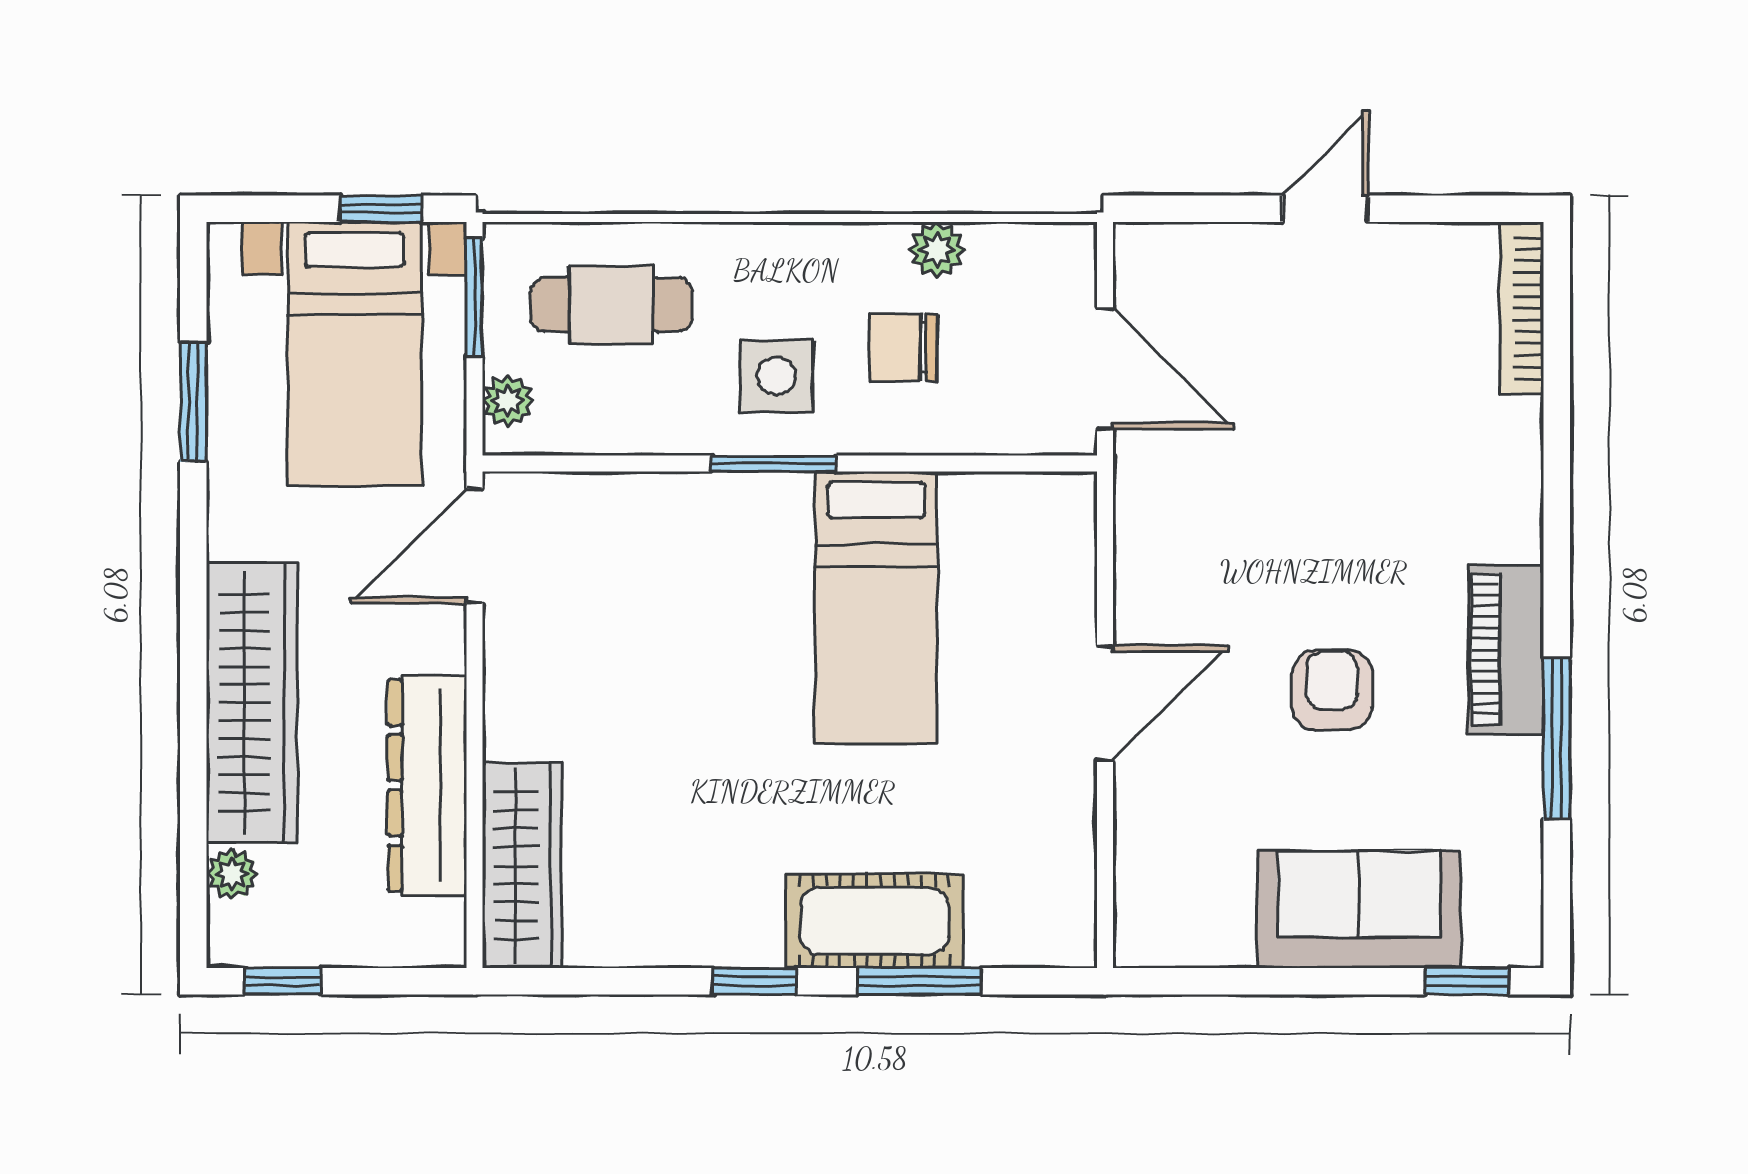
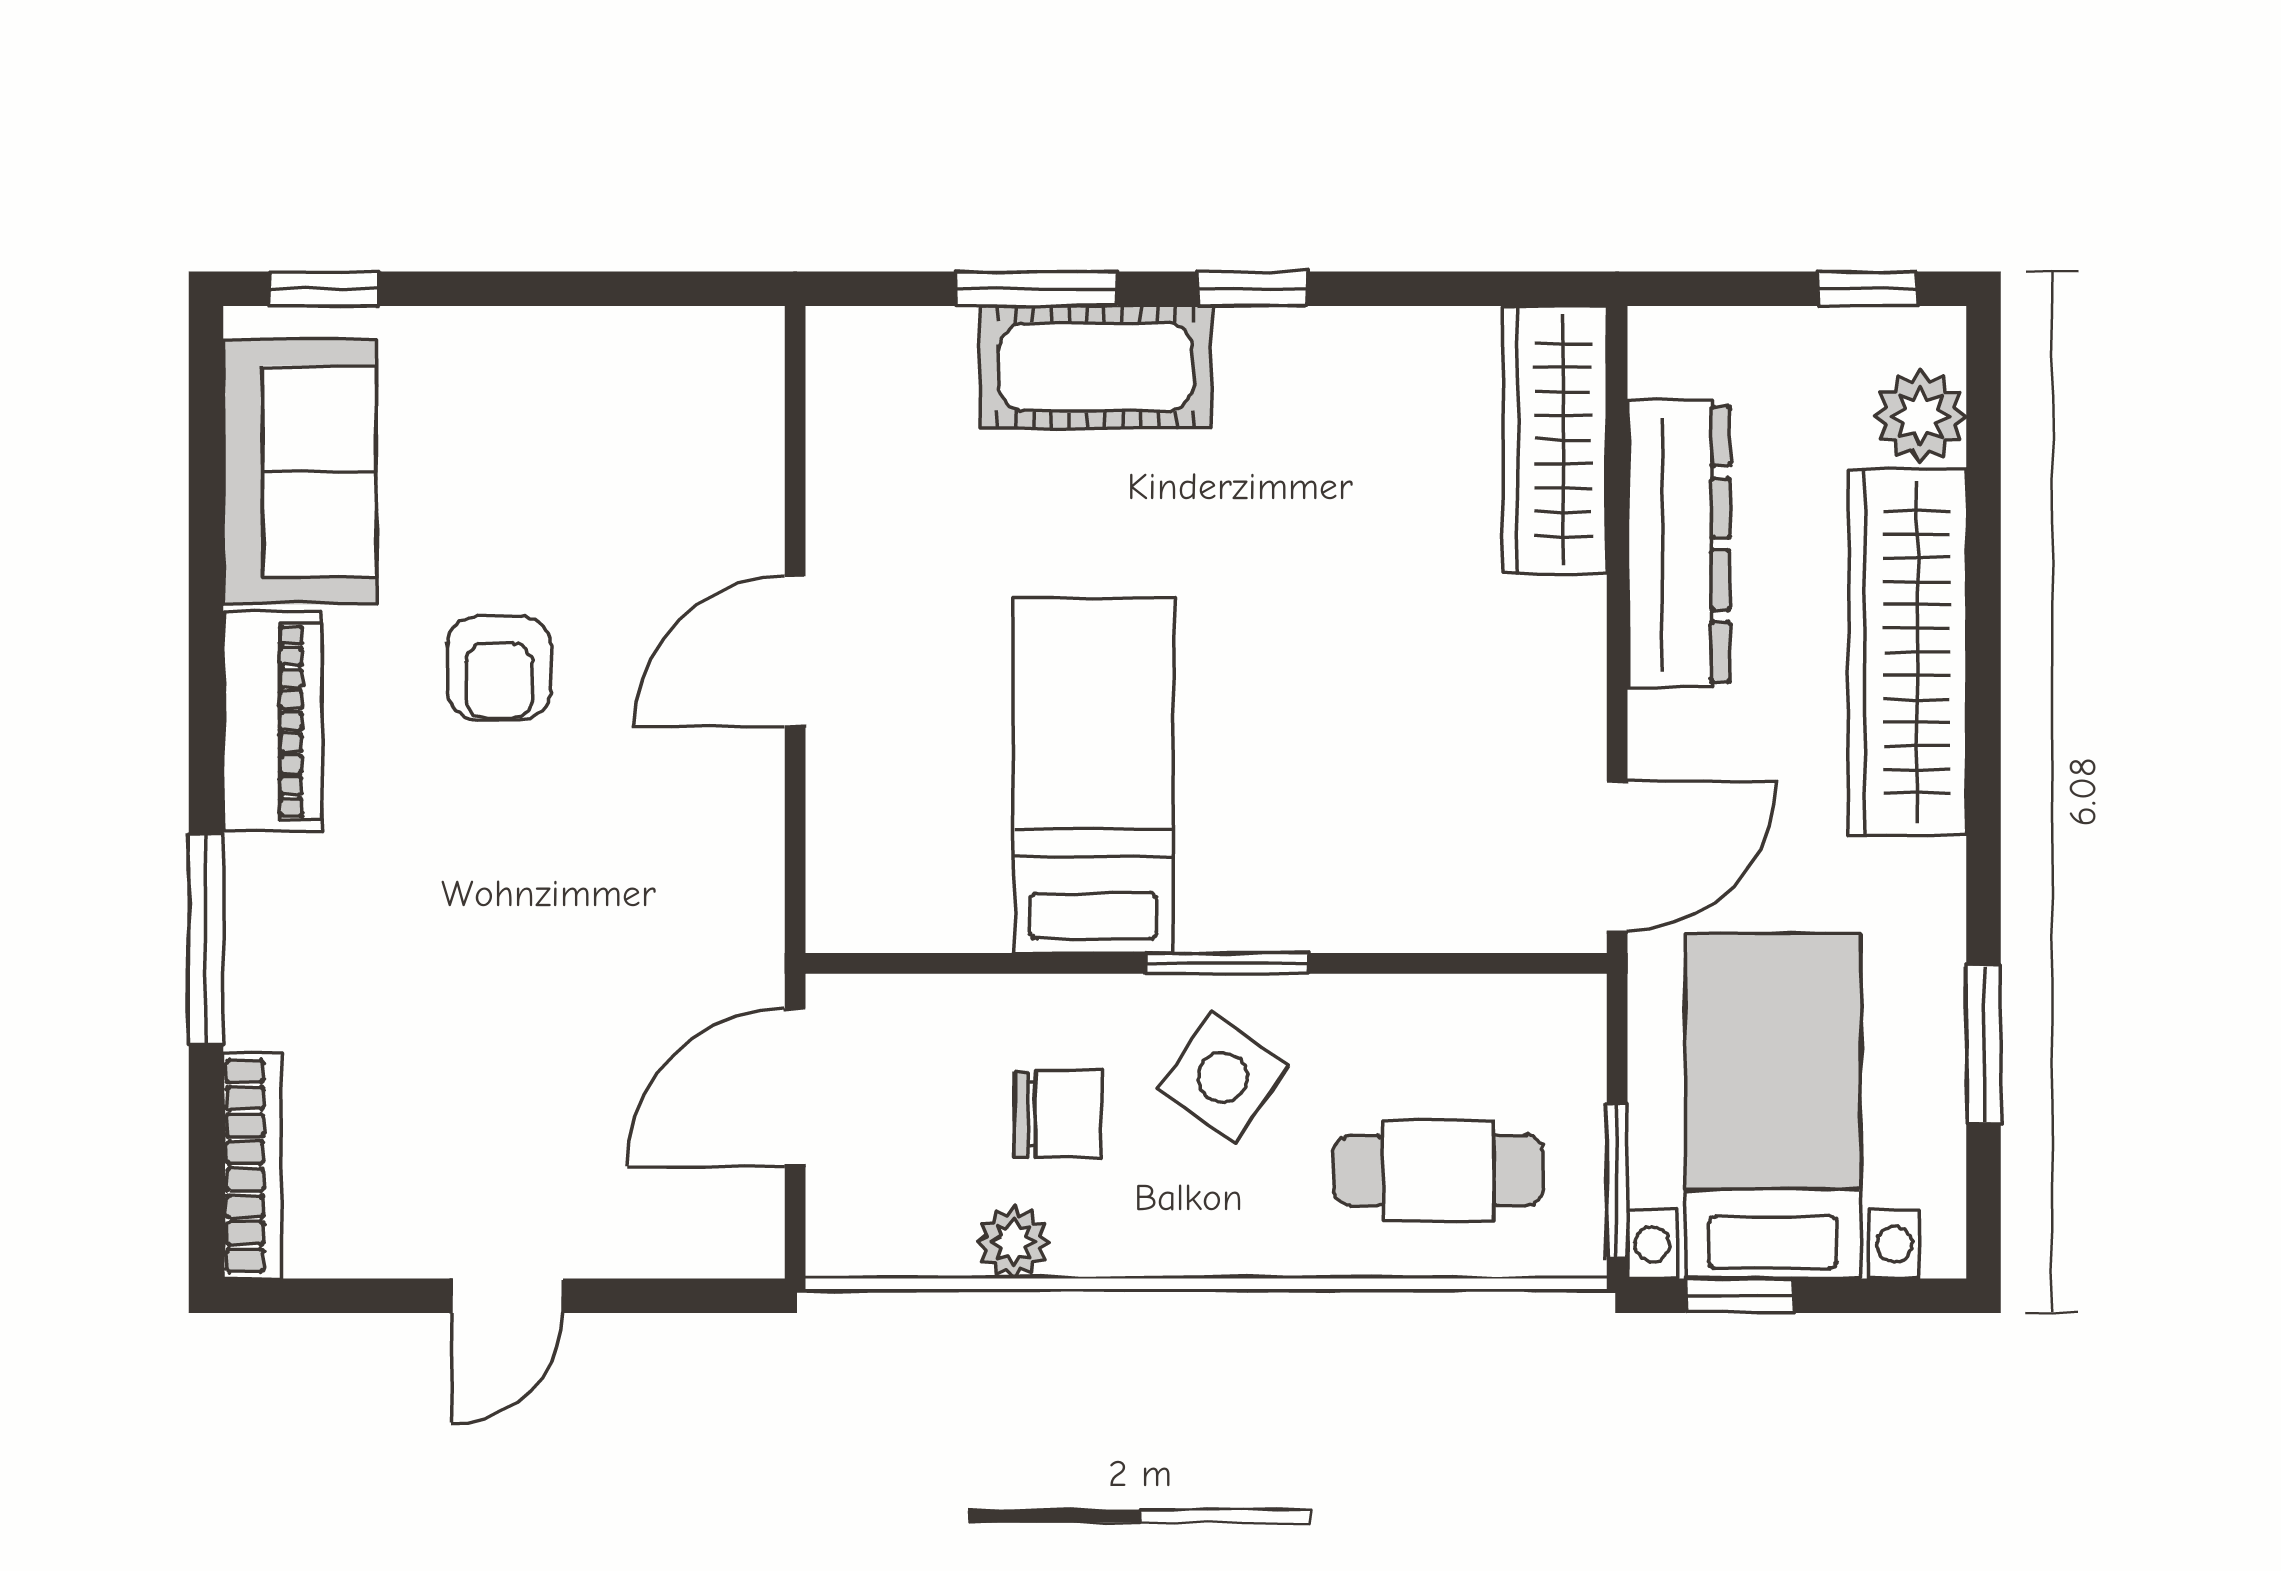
door: (1105, 369) -> (795, 1087), hinge flipped
side table: (777, 376) -> (1223, 1077), turned 35
plant: (508, 401) -> (1574, 1045), removed
window: (1557, 739) -> (206, 939), moved
plant: (232, 874) -> (1920, 416), width x1.38, depth x1.38
sofa: (1359, 909) -> (300, 472), moved, turned -90

